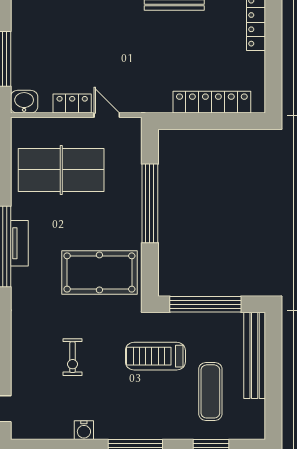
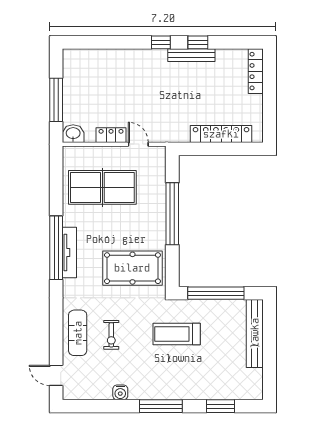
tv unit: (19, 243) -> (69, 253), width x1.41
exercise mat: (210, 391) -> (78, 333), moved

